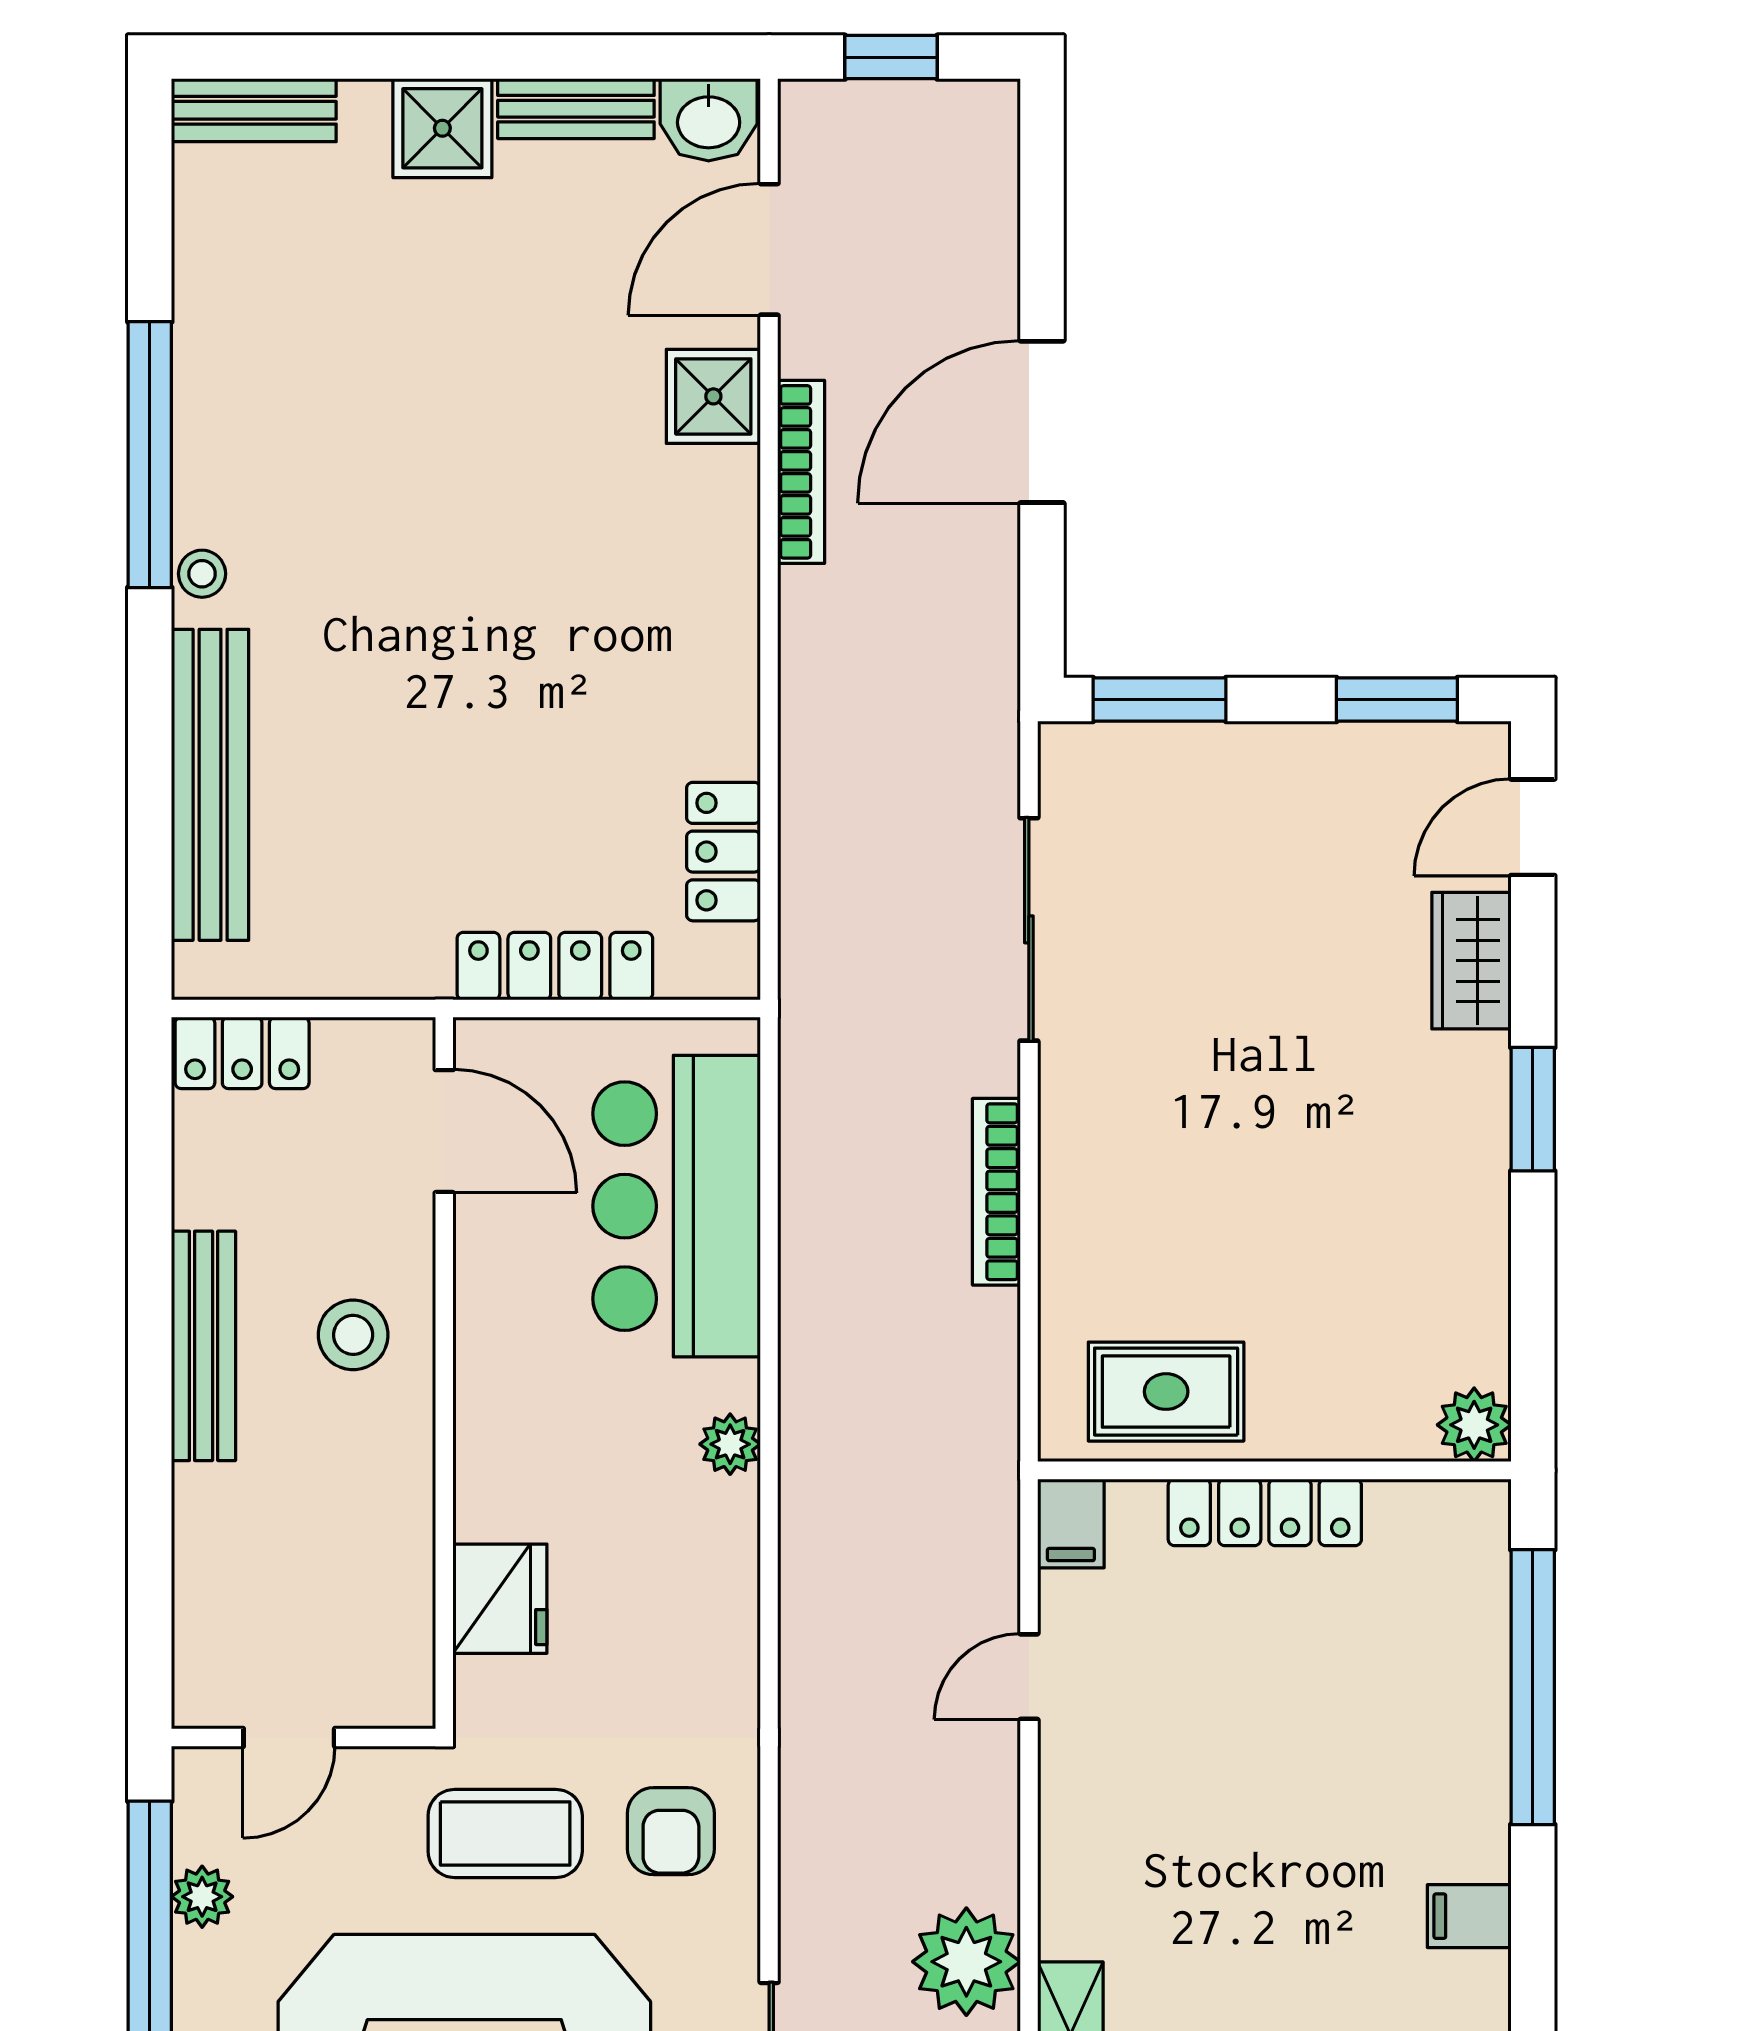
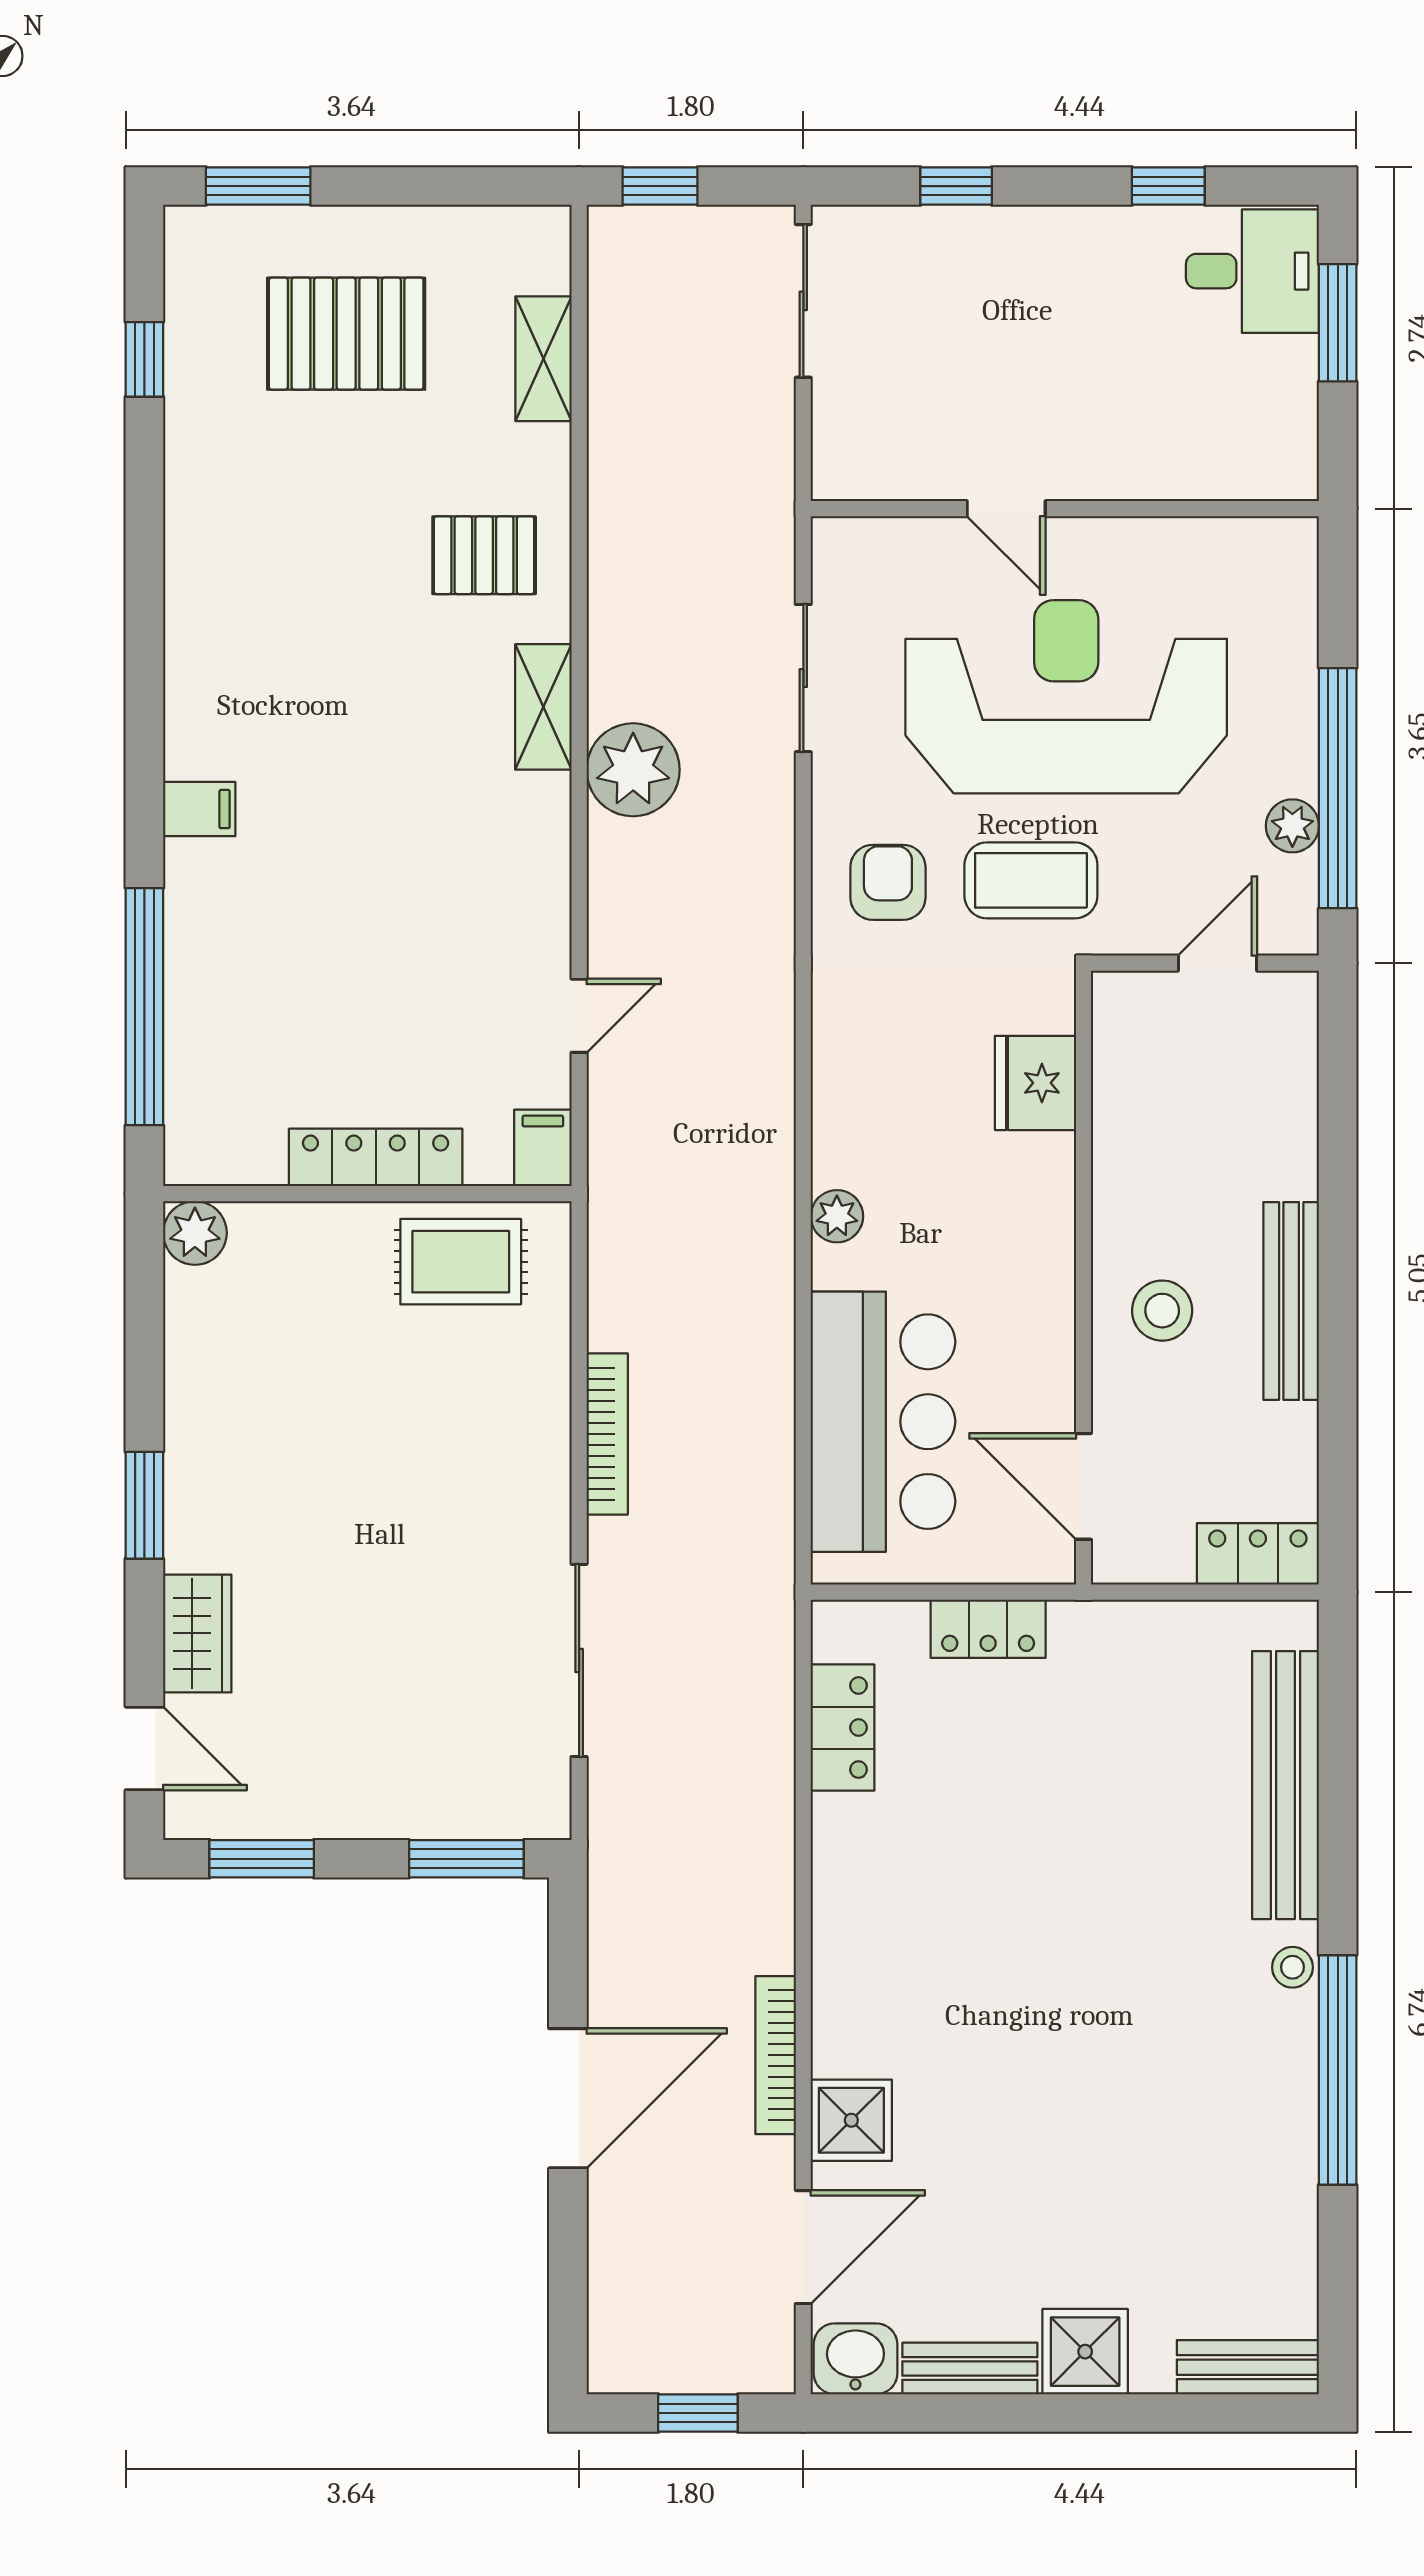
door: (1533, 827) -> (144, 1748), hinge flipped
locker: (555, 966) -> (988, 1629), width x0.66

